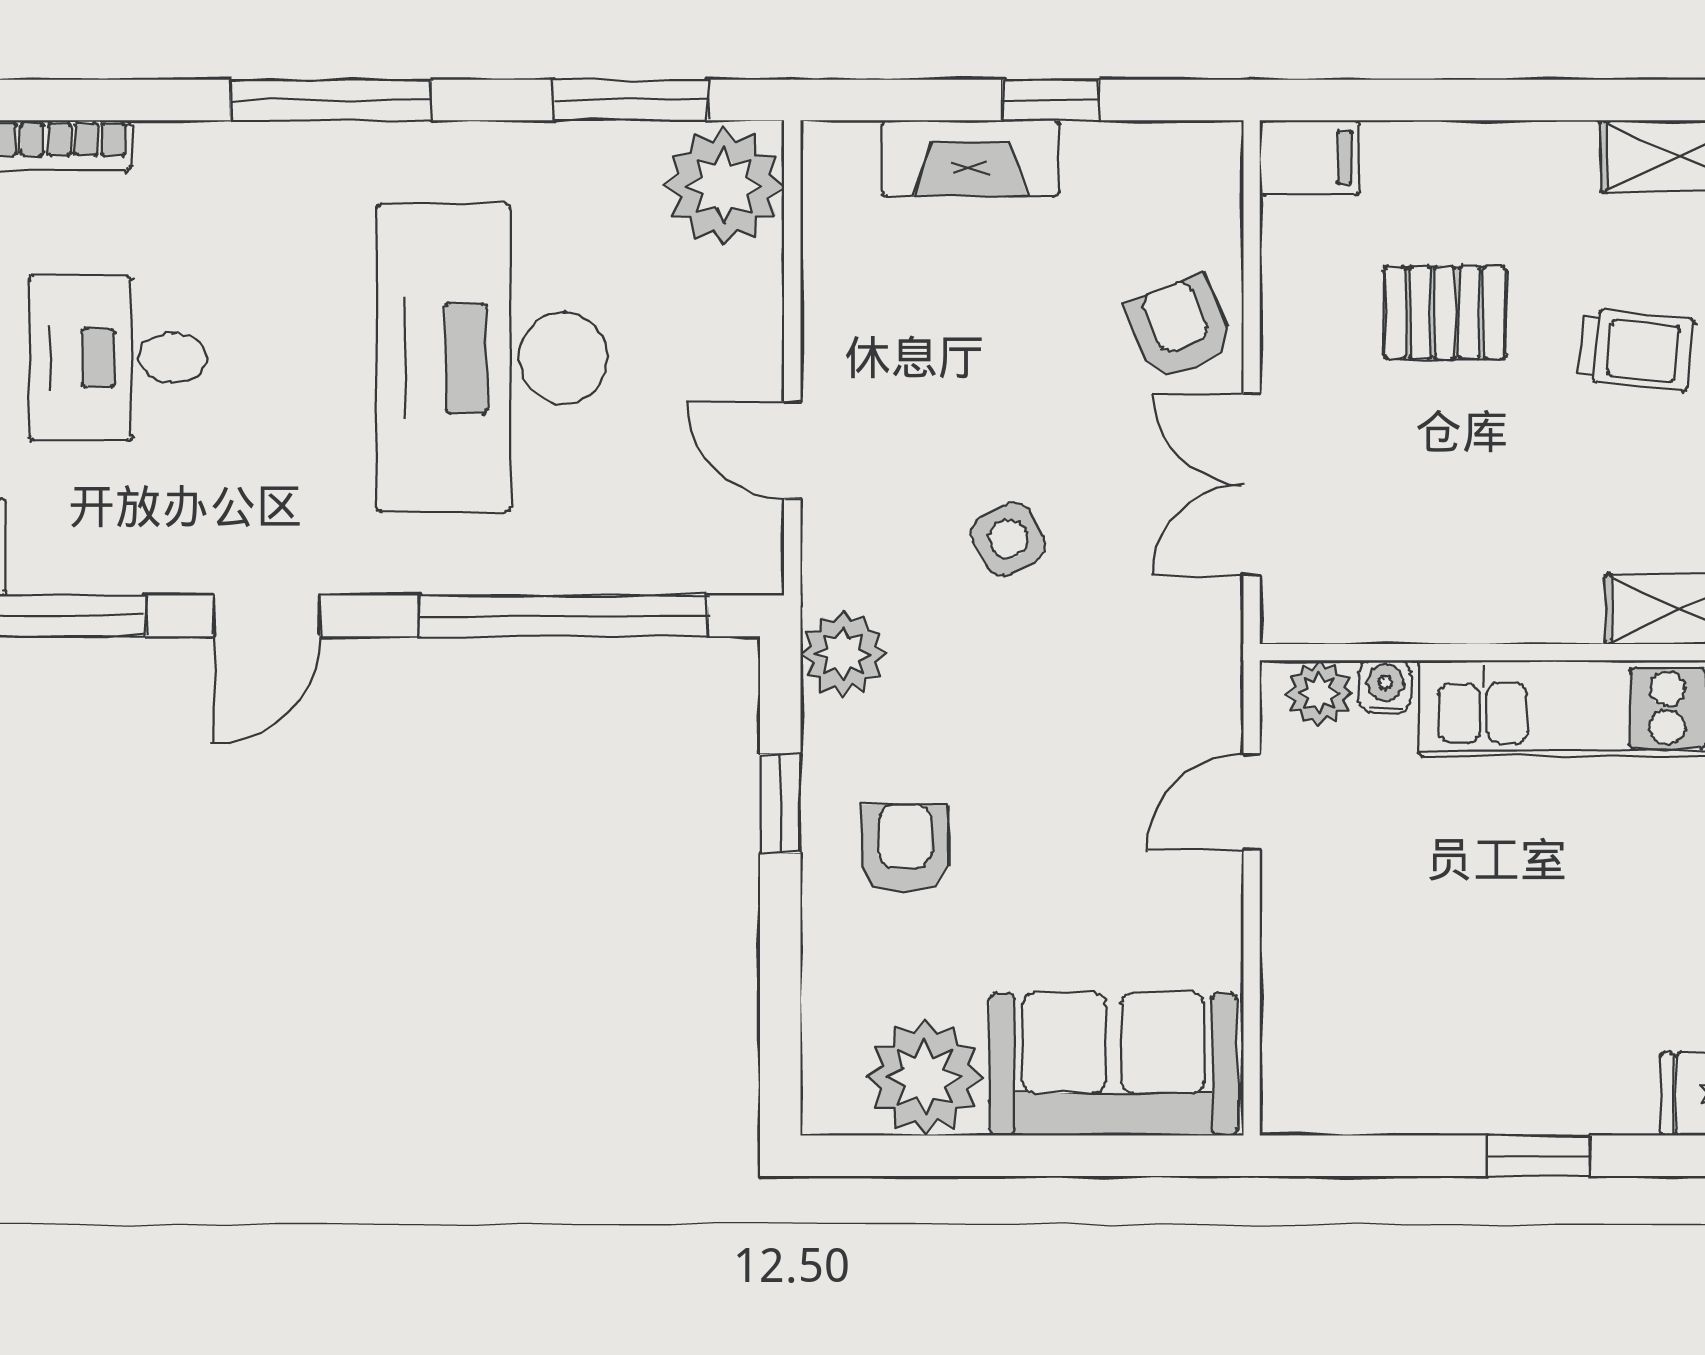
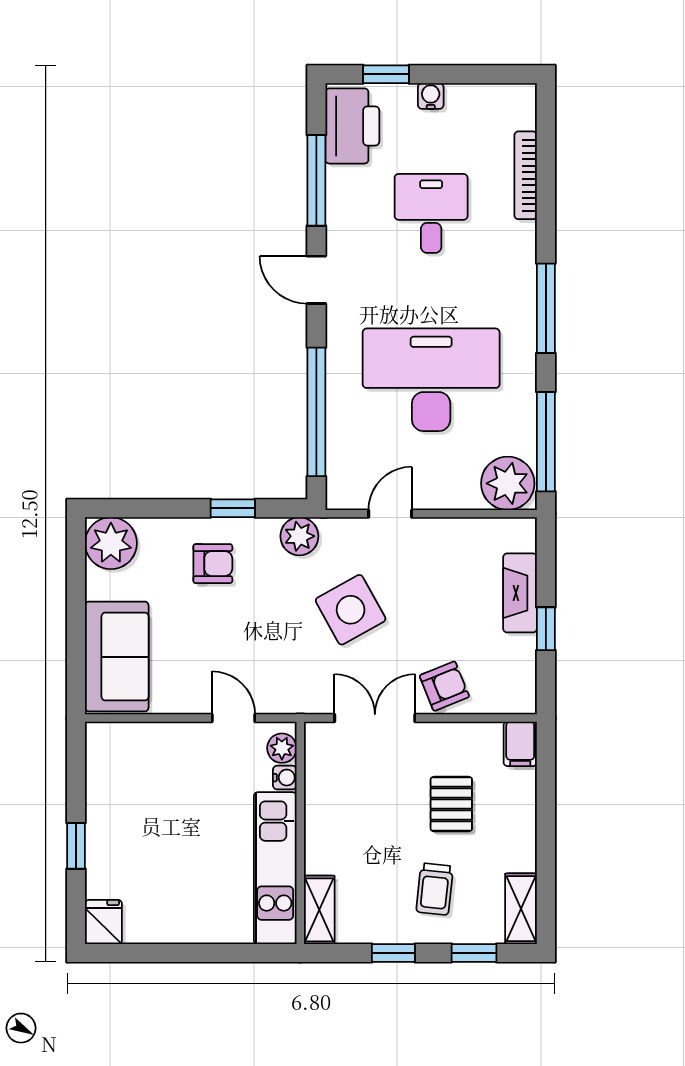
window: (631, 100) -> (546, 442), width x1.44
side table: (1008, 539) -> (351, 610), width x1.87, depth x1.87
plant: (925, 1077) -> (111, 543), moved

